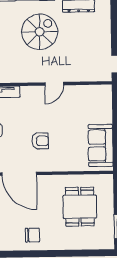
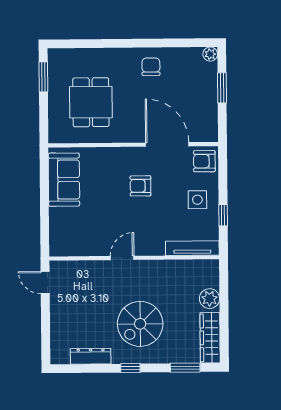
chair: (32, 235) -> (151, 67), turned 90

